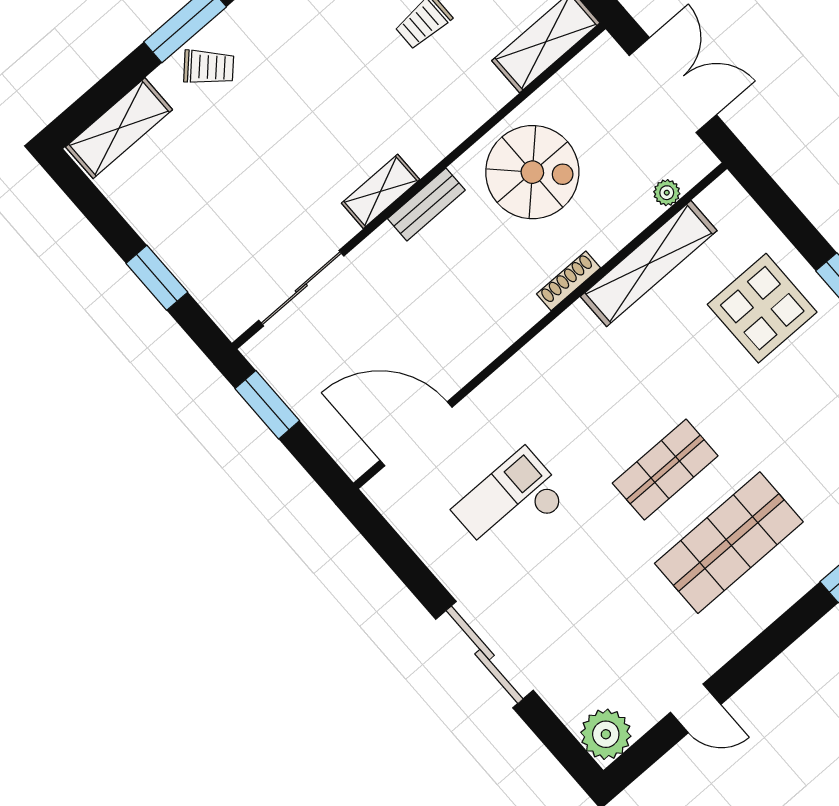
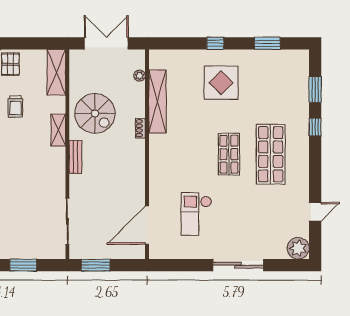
spiral stairs: (532, 172) -> (95, 113), turned 90
shelving: (381, 191) -> (58, 130), moved
shoe rack: (568, 281) -> (140, 128), width x0.70
display table: (762, 308) -> (221, 83), moved

